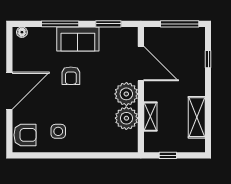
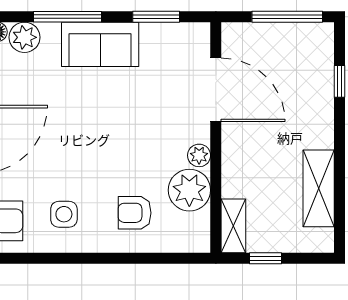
plant: (37, 35) -> (24, 37), added
armchair: (71, 76) -> (135, 213), moved, turned 90
plant: (126, 94) -> (199, 155), width x0.53, depth x0.53
shelving: (150, 117) -> (233, 226), moved

